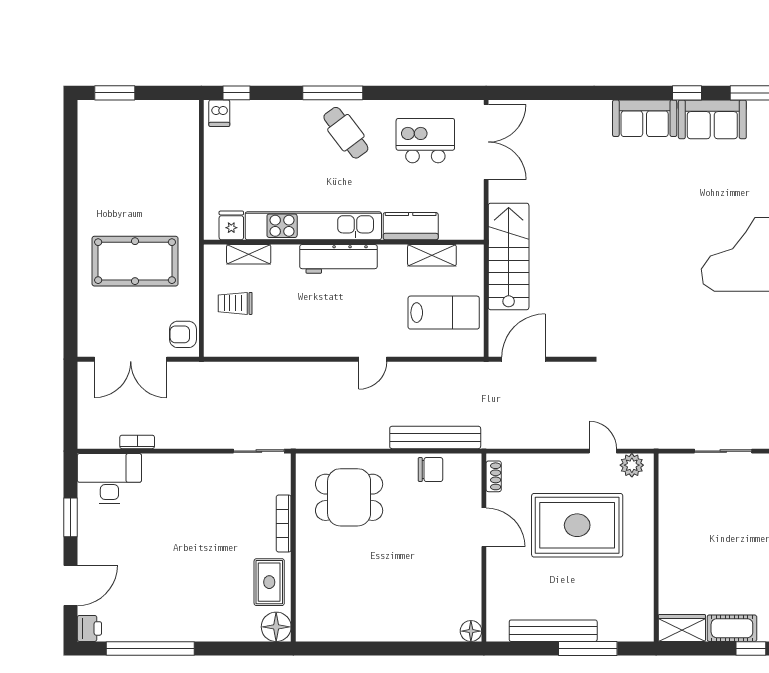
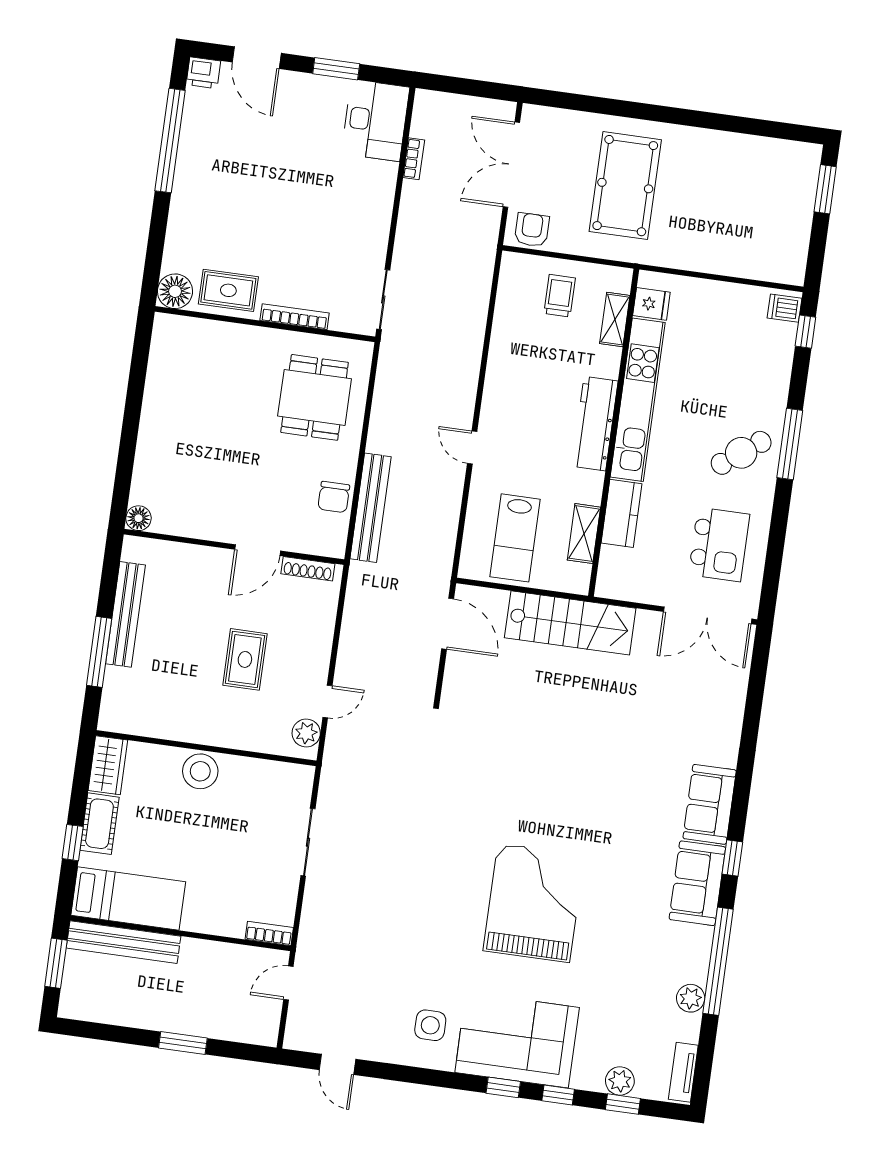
shoe rack: (494, 476) -> (308, 569), width x1.43
rug: (577, 525) -> (245, 659), width x0.54, depth x0.49
stool: (676, 550) -> (200, 771), added

